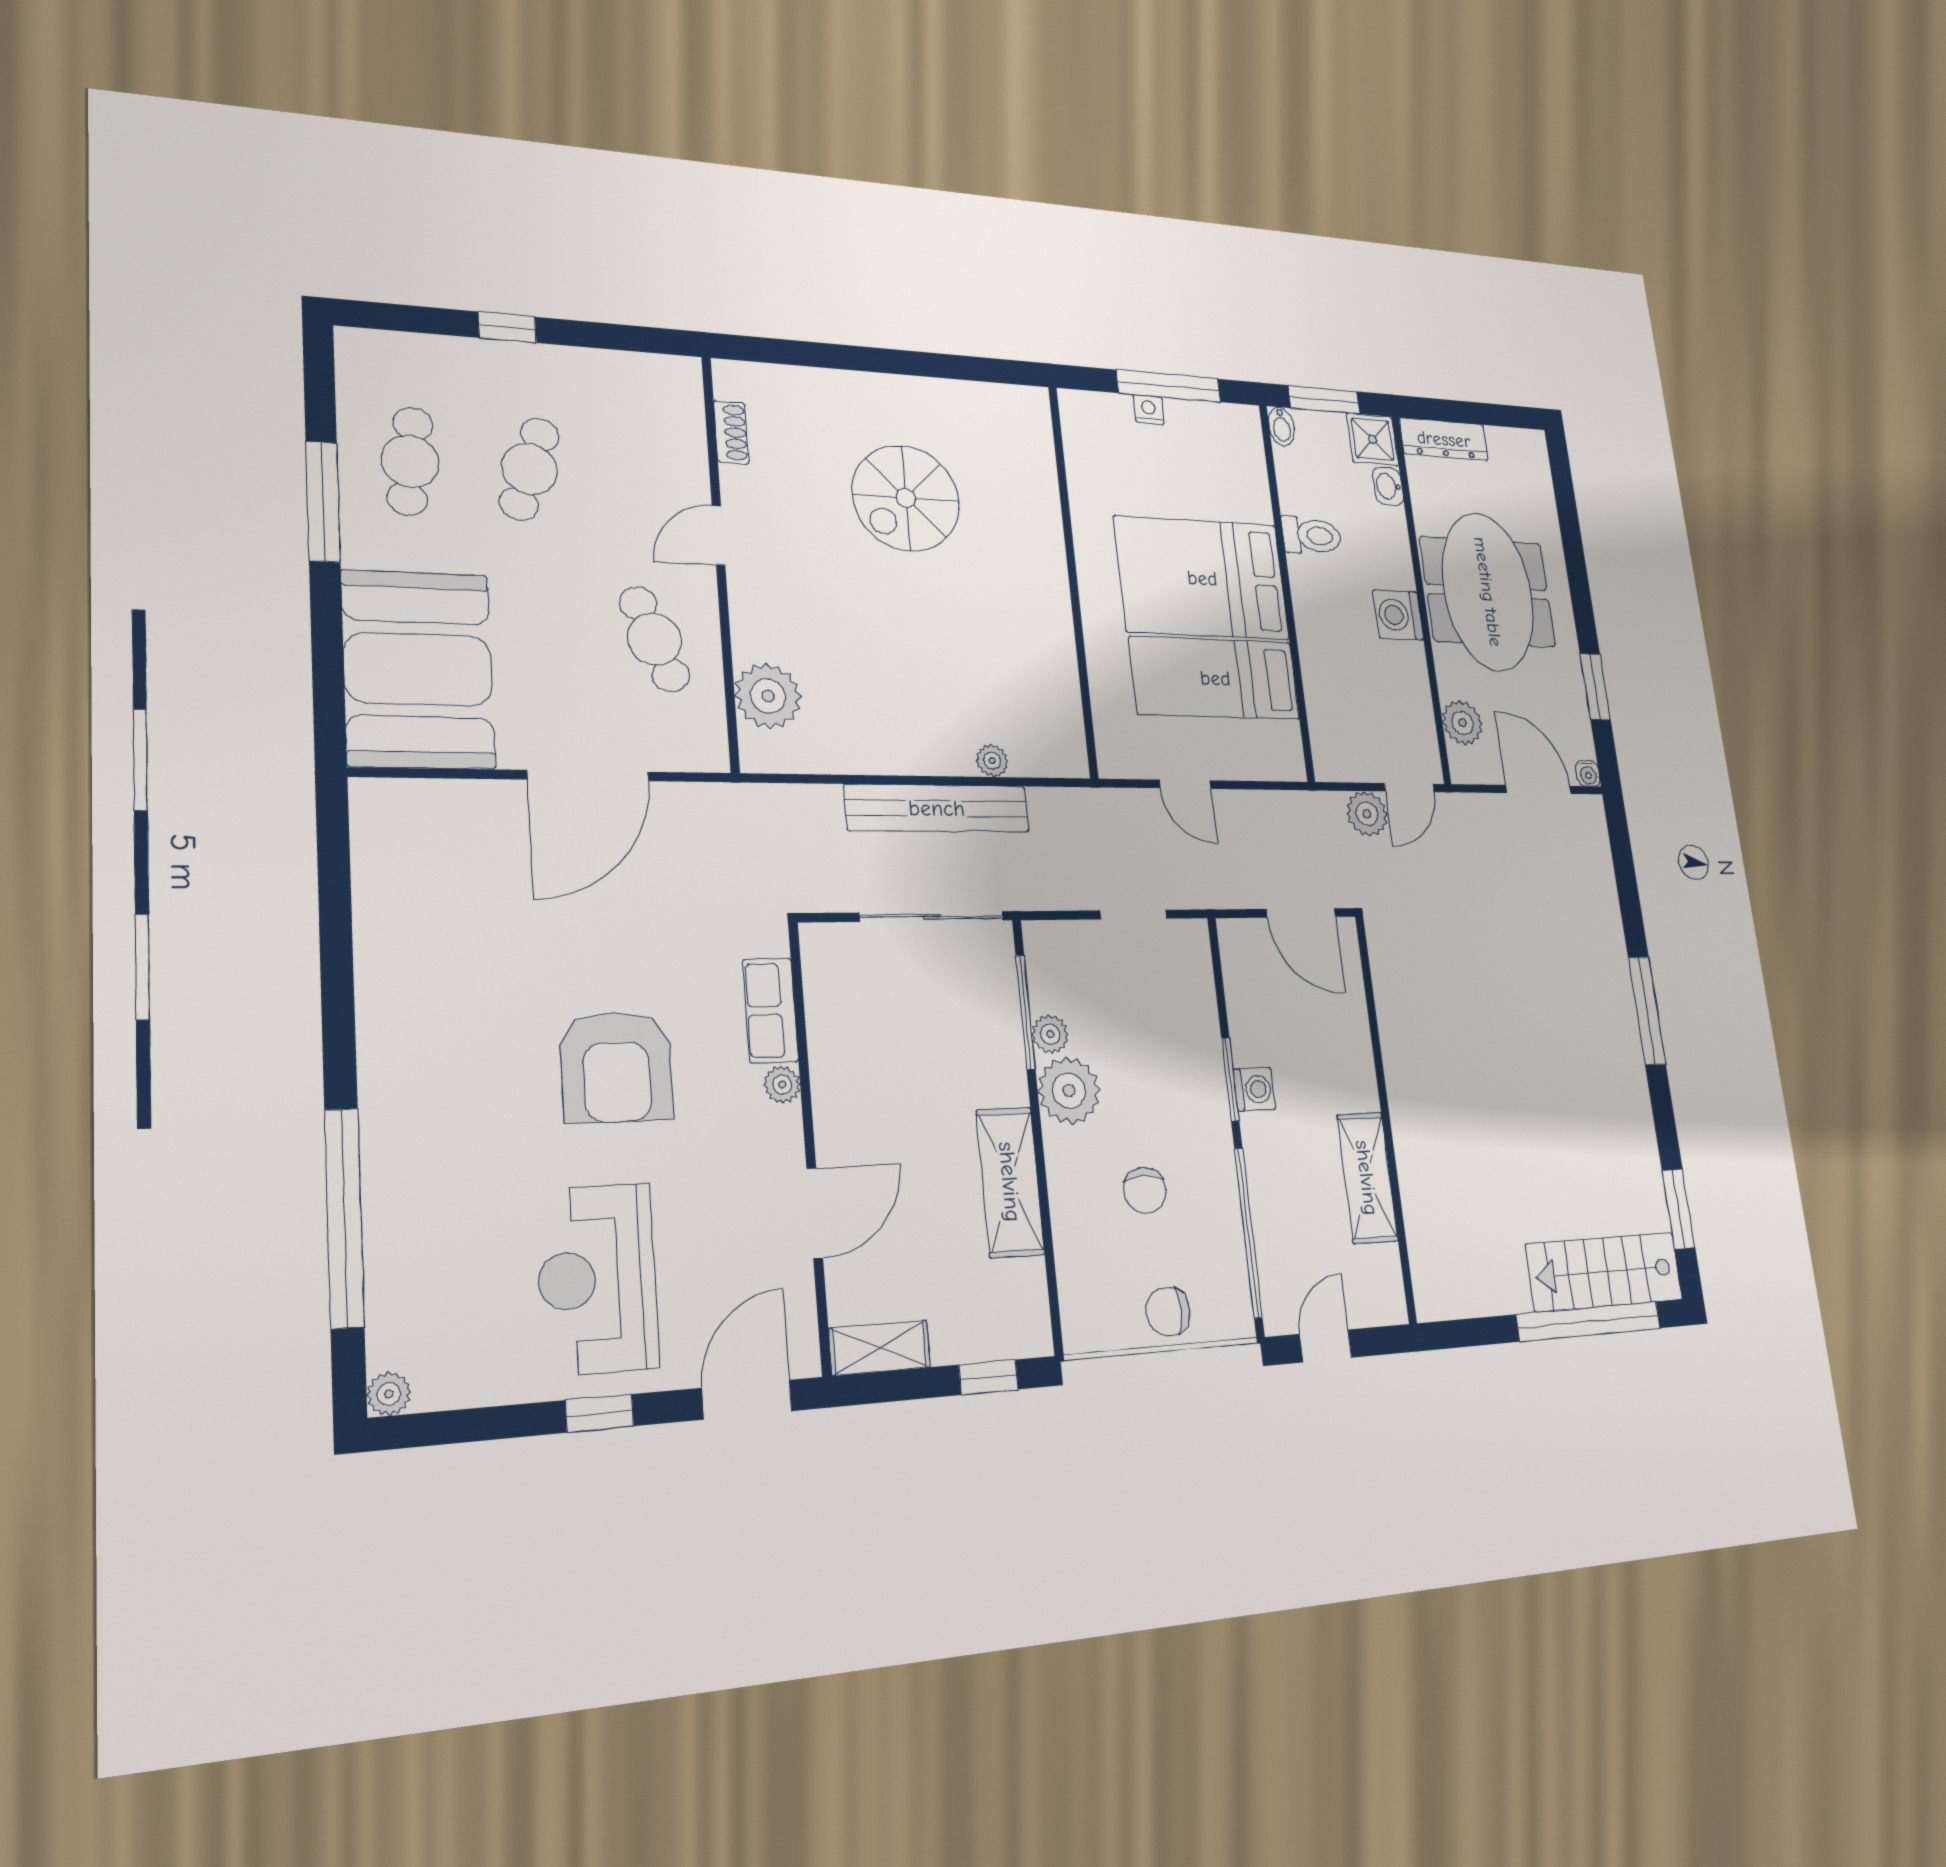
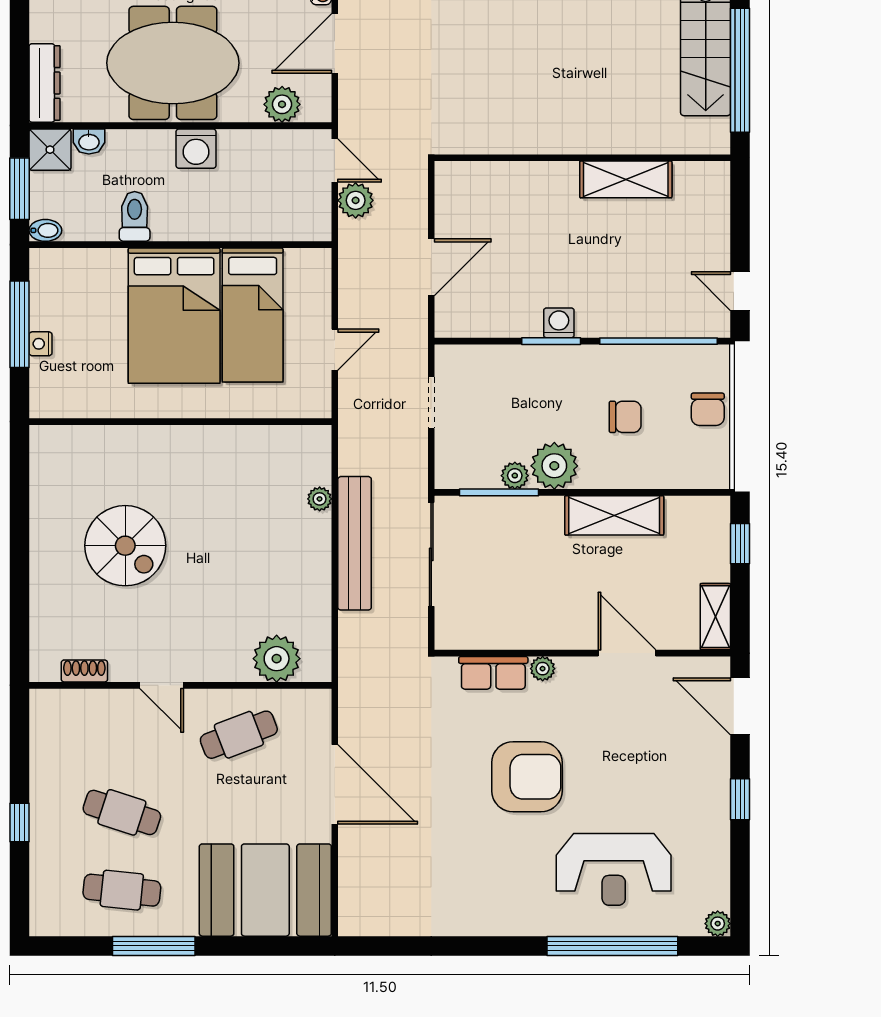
wall: (1386, 1116) -> (582, 158), moved
shelving: (1367, 1178) -> (626, 179), moved
reception desk: (597, 1279) -> (614, 869), moved

